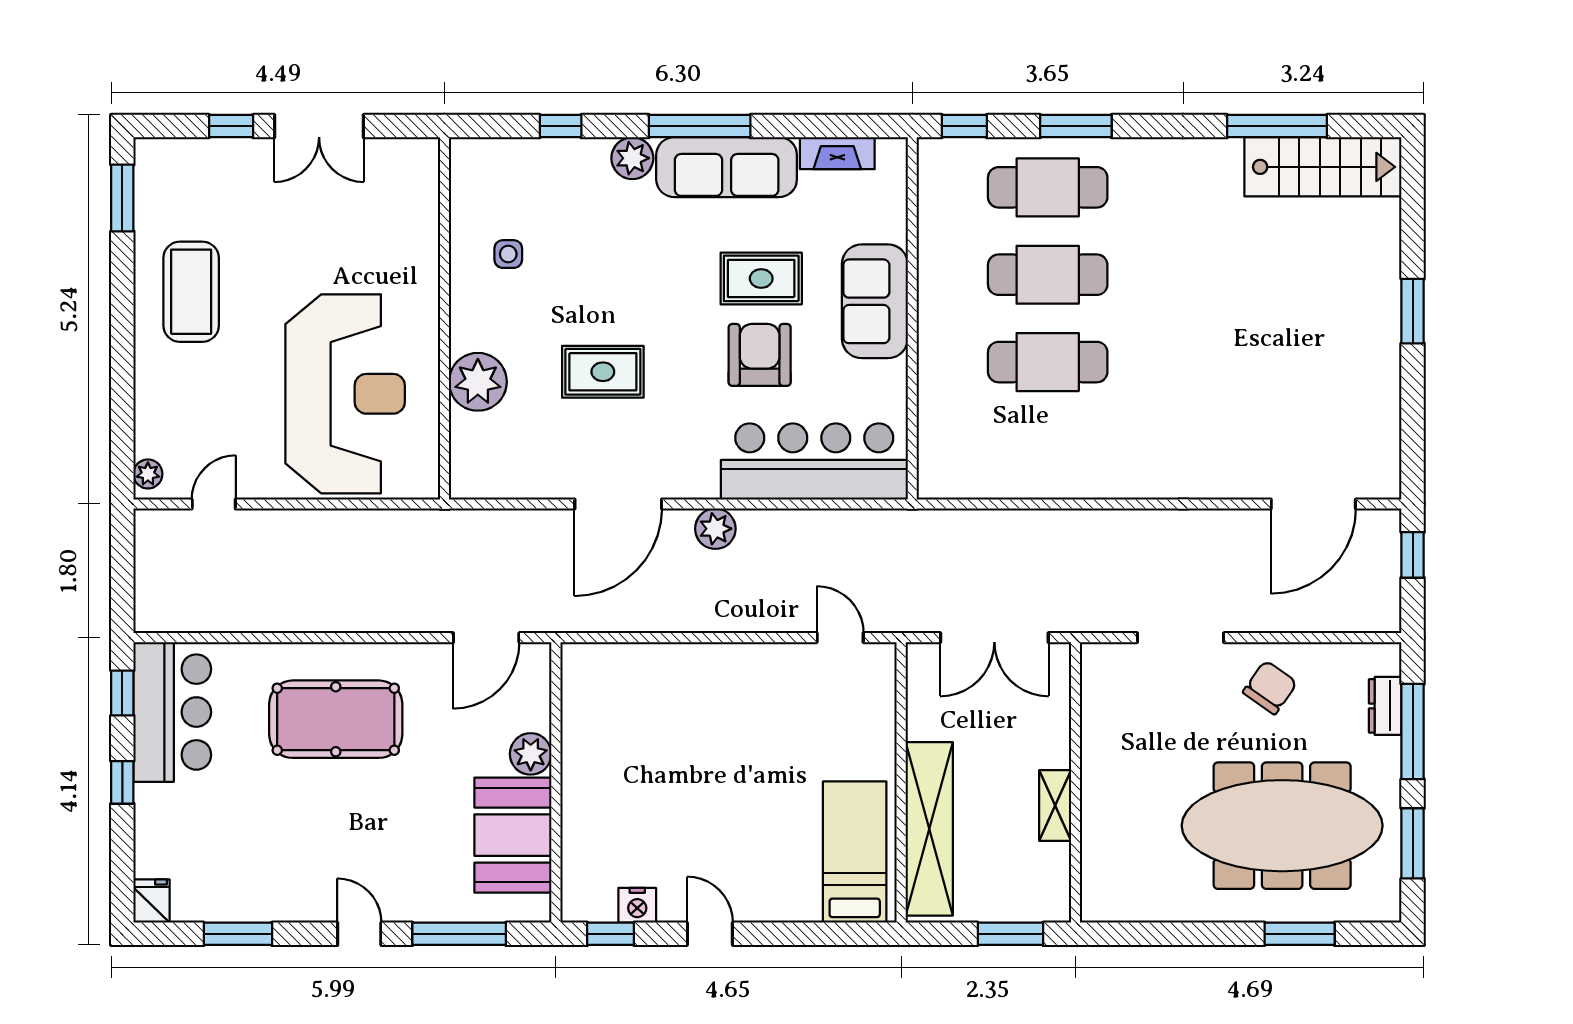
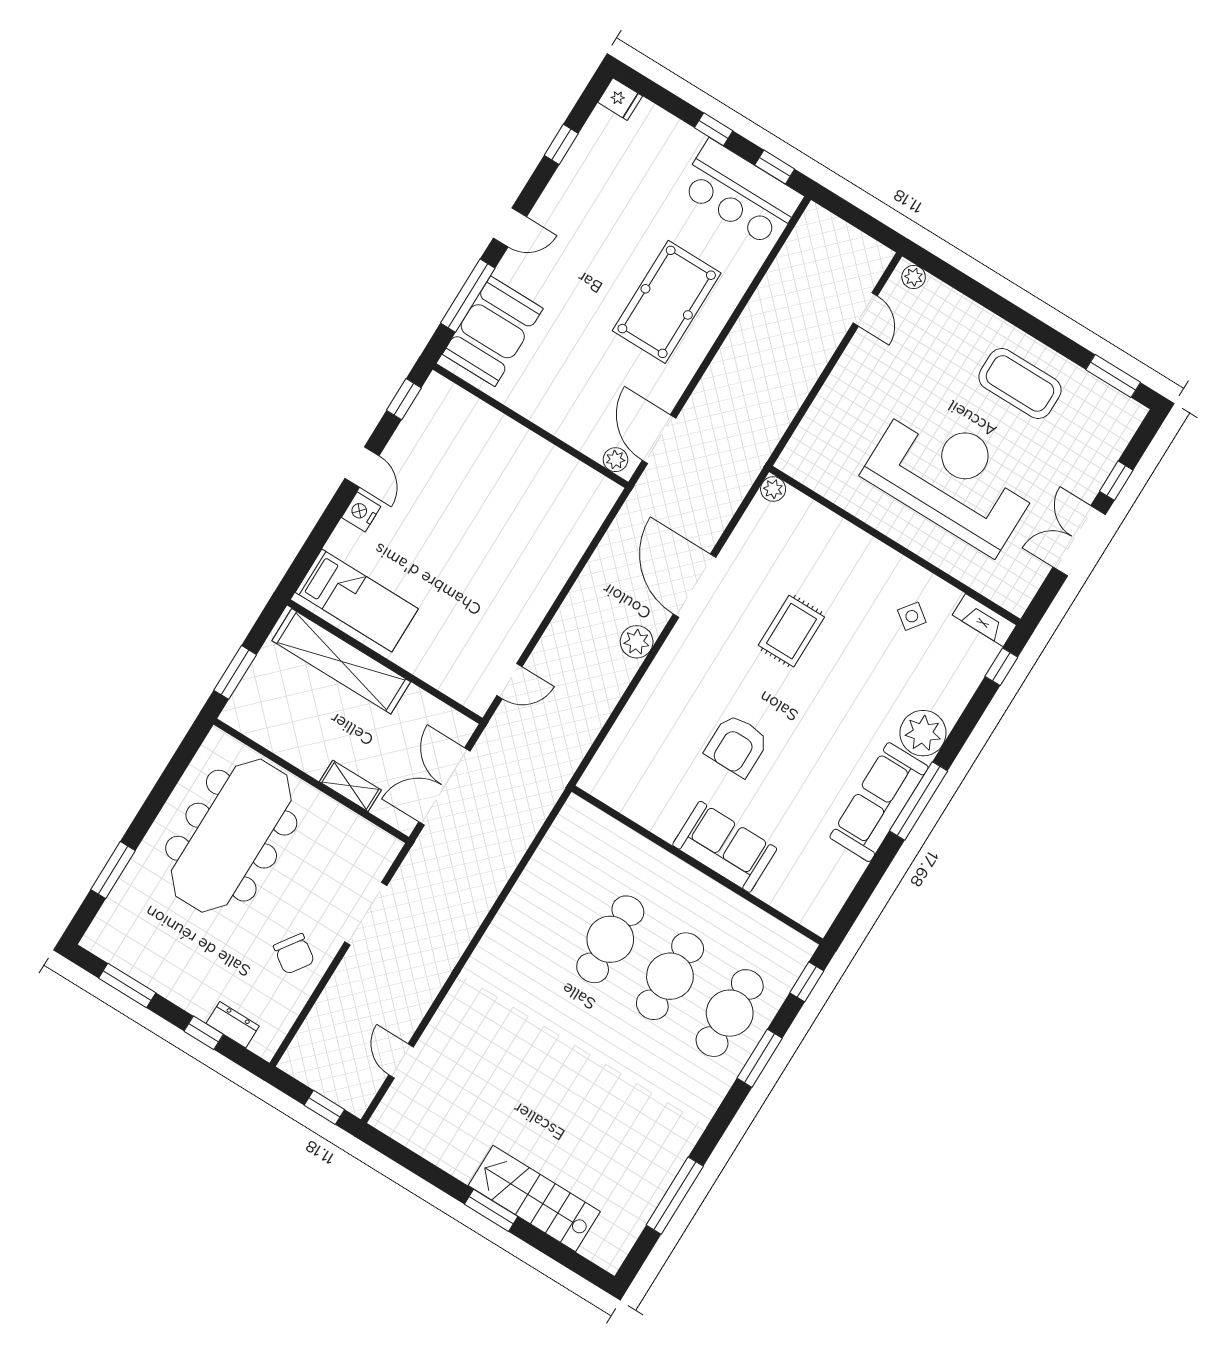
window: (561, 126) -> (1001, 667), moved
fireplace: (837, 153) -> (984, 620), moved, turned -90
plant: (632, 158) -> (923, 733), width x1.36, depth x1.36
stairs: (1323, 167) -> (534, 1198), moved, turned 90
side table: (508, 254) -> (912, 616), turned 37
rug: (761, 278) -> (788, 779), removed
armchair: (760, 355) -> (737, 745), turned 90
plant: (478, 382) -> (773, 489), moved, width x0.53, depth x0.53
reception desk: (345, 394) -> (952, 477), moved, turned 180
bar counter: (814, 461) -> (641, 738), removed
door: (1313, 504) -> (401, 1061), width x0.53
window: (1413, 731) -> (204, 1033), width x0.46
plant: (531, 754) -> (615, 460), moved, width x0.73, depth x0.73
shelving: (1055, 806) -> (350, 786), moved
meeting table: (1282, 826) -> (231, 836), moved
booth: (513, 835) -> (493, 331), moved, turned 90
nightstand: (637, 905) -> (361, 512), moved
window: (238, 934) -> (561, 144), width x0.67
door: (710, 934) -> (362, 467), hinge flipped

